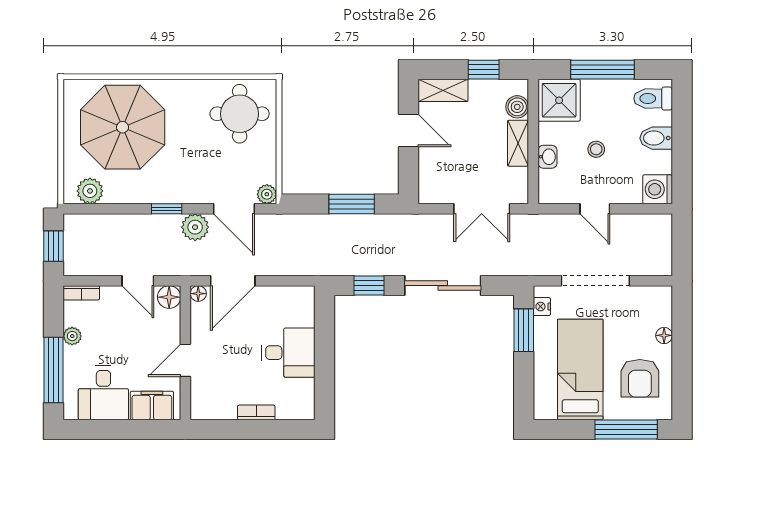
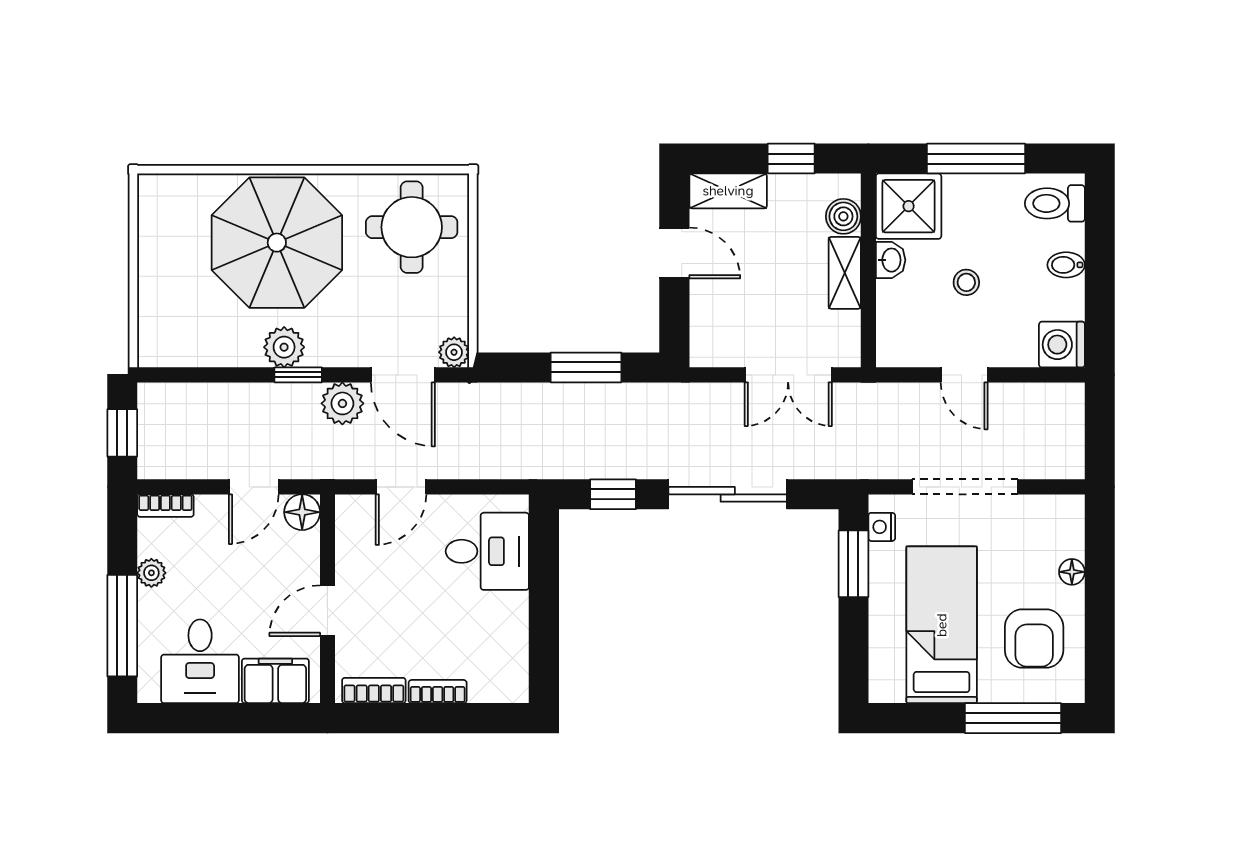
parasol: (123, 127) -> (277, 243), moved
bidet: (656, 138) -> (1066, 265), width x0.72, depth x0.74
washbasin: (548, 157) -> (891, 260), moved
plant: (90, 191) -> (284, 347), moved
door: (138, 281) -> (254, 487), hinge flipped
door: (233, 281) -> (401, 487), width x0.73
floor lamp: (198, 294) -> (347, 507), removed
desk: (288, 353) -> (487, 551), moved
bookcase: (215, 412) -> (374, 690), added

